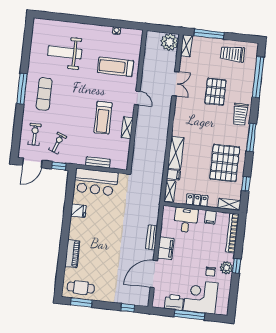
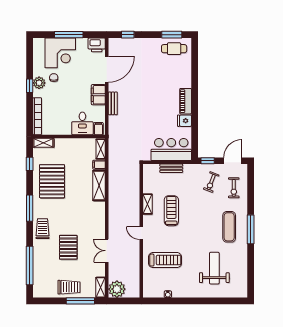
weight bench: (65, 52) -> (214, 268), turned -90
trolley: (232, 54) -> (69, 287), moved
locker: (197, 200) -> (74, 143), removed
filing cabinet: (210, 217) -> (99, 129), moved
piano: (72, 254) -> (186, 101), moved
printer: (174, 302) -> (97, 45), moved

